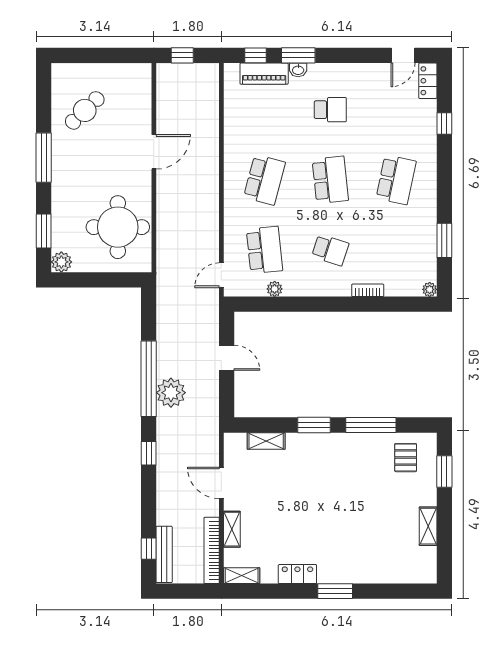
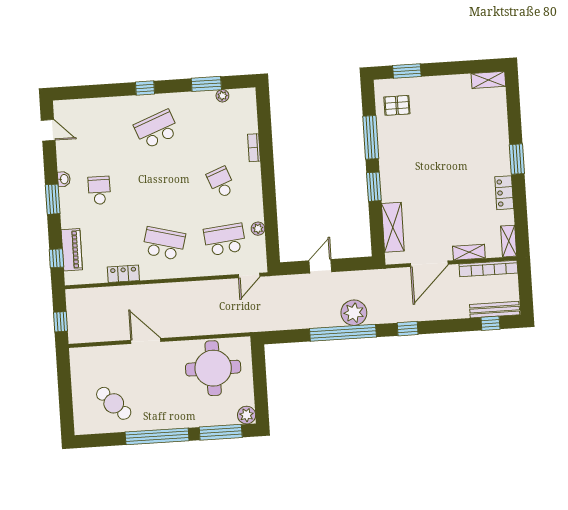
window: (298, 55) -> (53, 199), moved
washbasin: (298, 70) -> (64, 179), moved
locker: (428, 81) -> (123, 274), moved, turned 180
window: (444, 123) -> (145, 88), moved
window: (44, 158) -> (157, 436), width x1.46
school desk: (330, 180) -> (160, 186), removed
school desk: (396, 180) -> (156, 129), turned -33
window: (44, 231) -> (221, 432), width x1.44
school desk: (330, 250) -> (221, 182), turned -39
door: (221, 275) -> (249, 275), hinge flipped
plant: (430, 289) -> (222, 96), moved
shelving: (266, 441) -> (393, 227), width x1.50, depth x1.33
door: (221, 483) -> (429, 264), width x1.36
shelving: (428, 526) -> (488, 80), moved

